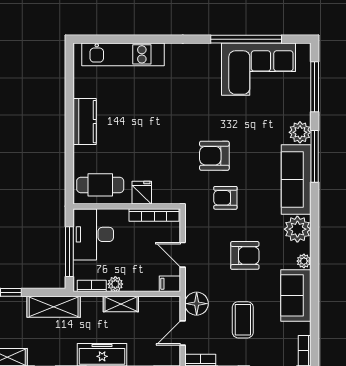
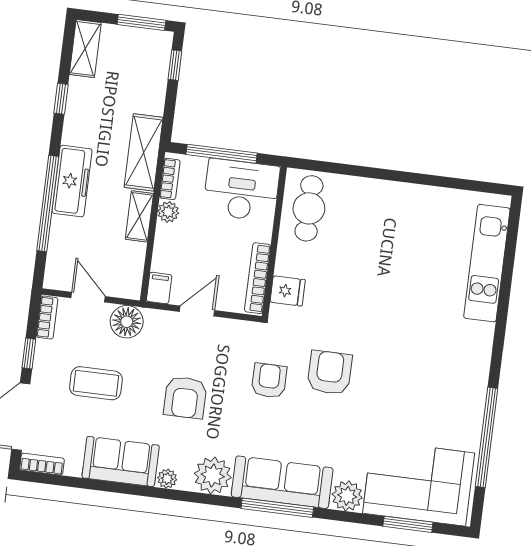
corner sofa: (259, 69) -> (419, 483), moved, turned 90
window: (315, 87) -> (408, 524), width x0.69
kitchen counter: (85, 122) -> (400, 198), removed
window: (315, 156) -> (277, 508), moved
fridge: (142, 193) -> (288, 291), moved
shelving: (54, 307) -> (144, 152), moved

